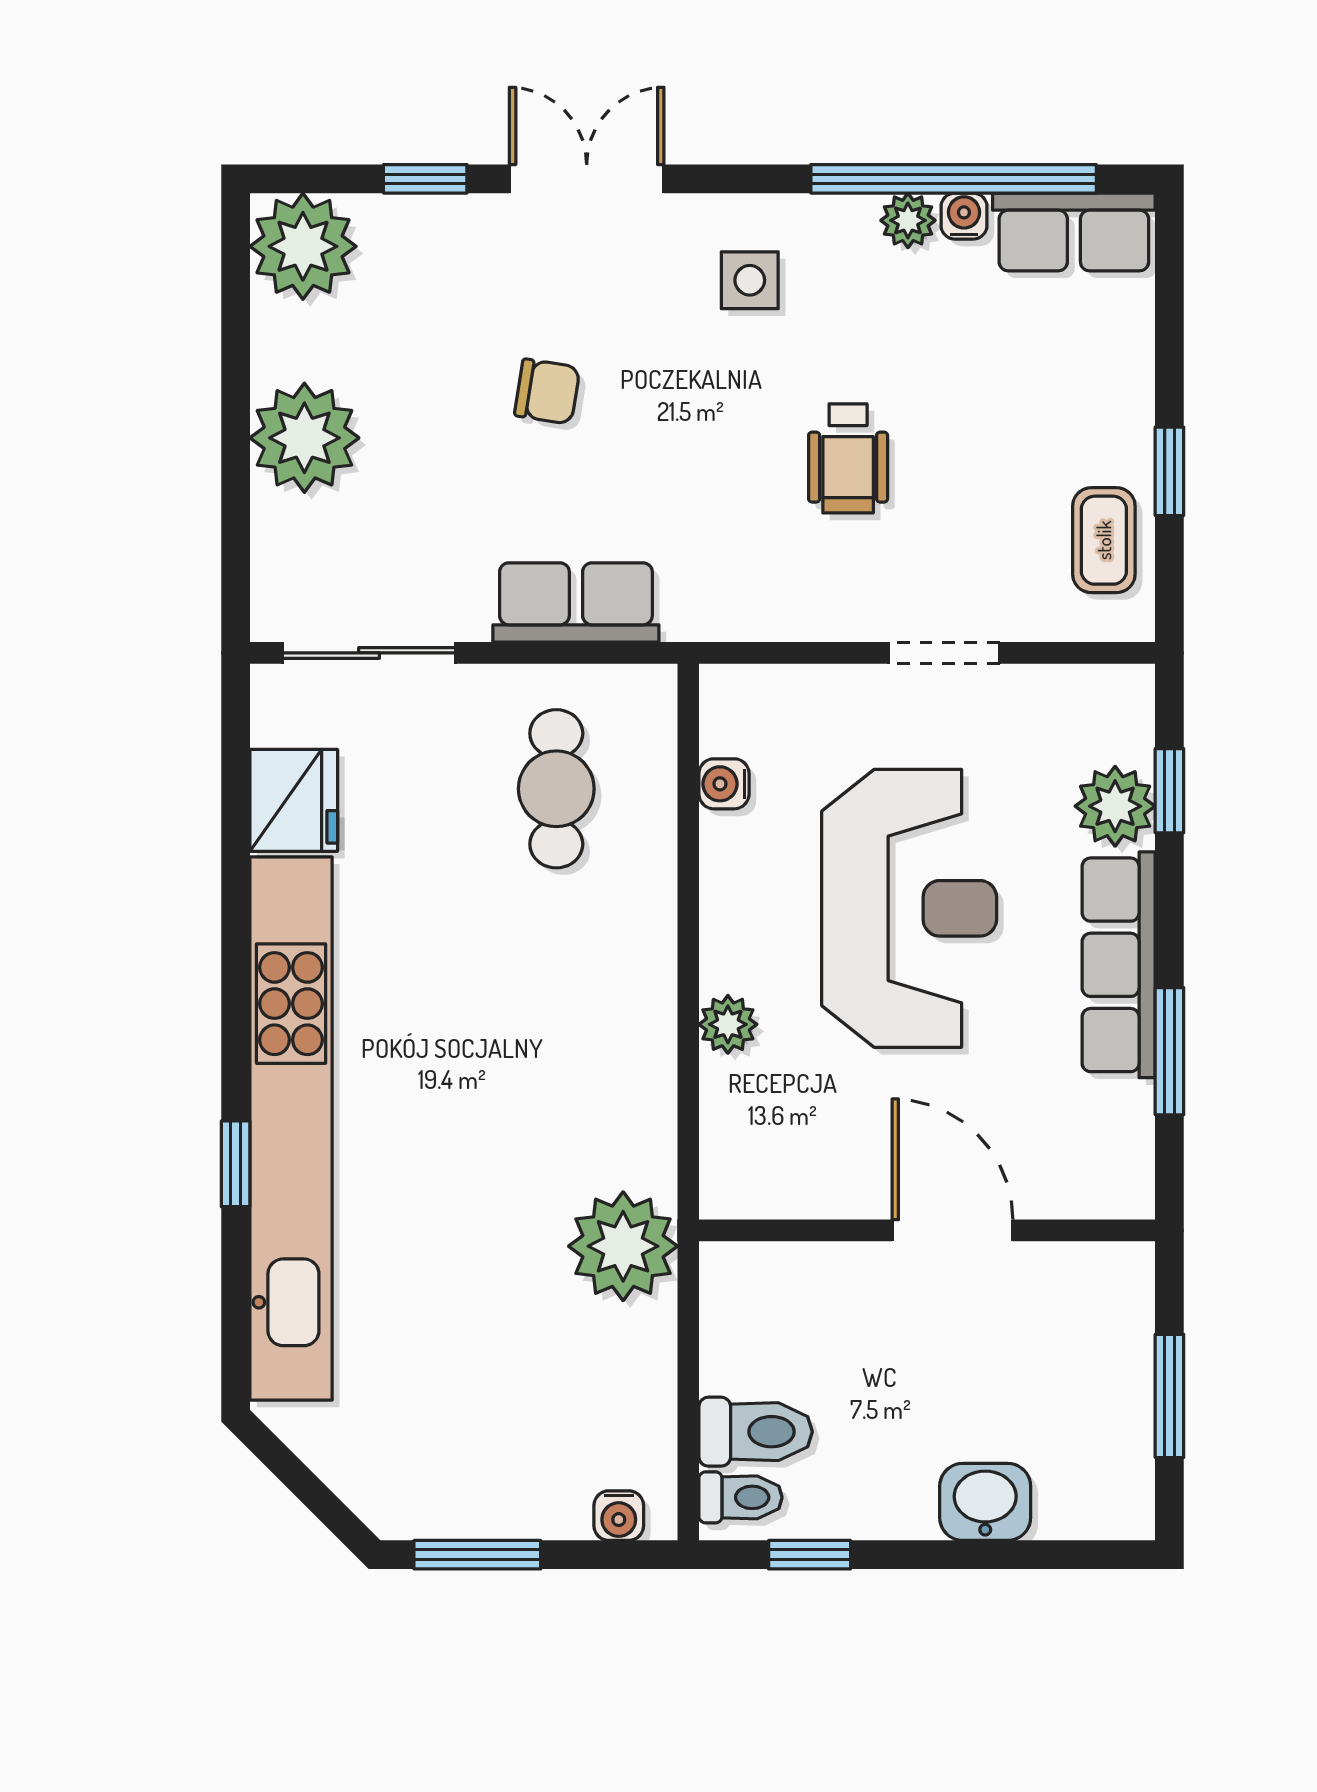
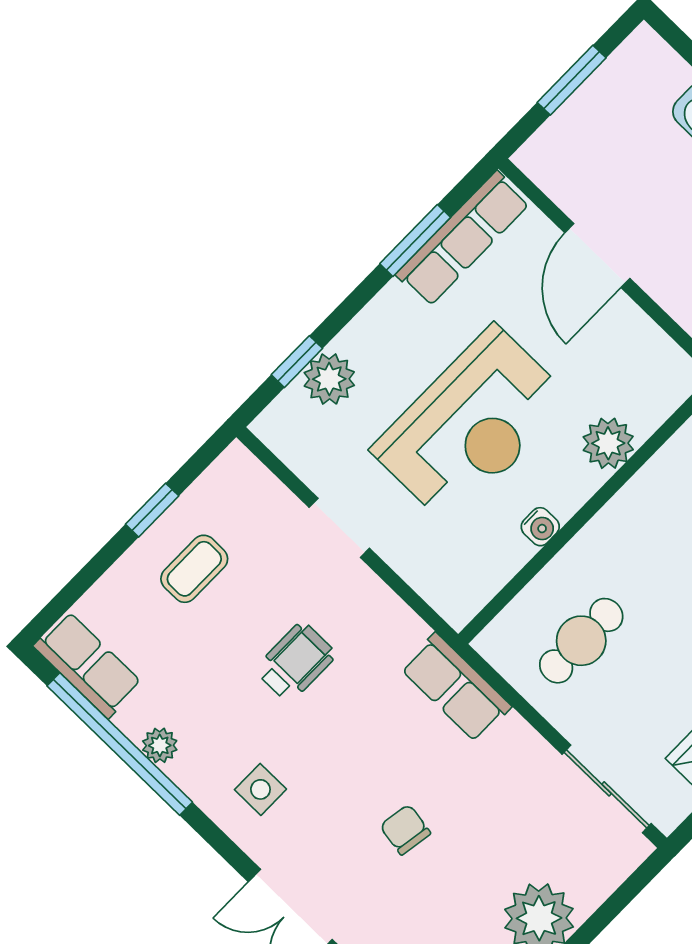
water cooler: (964, 216) -> (132, 722), removed
coffee table: (1104, 540) -> (194, 569), moved
row of seats: (576, 603) -> (456, 687), moved
water cooler: (724, 784) -> (540, 527), moved
reception desk: (909, 908) -> (471, 425), turned 180
row of seats: (1119, 965) -> (463, 239), moved
plant: (728, 1024) -> (608, 443), width x1.38, depth x1.38

